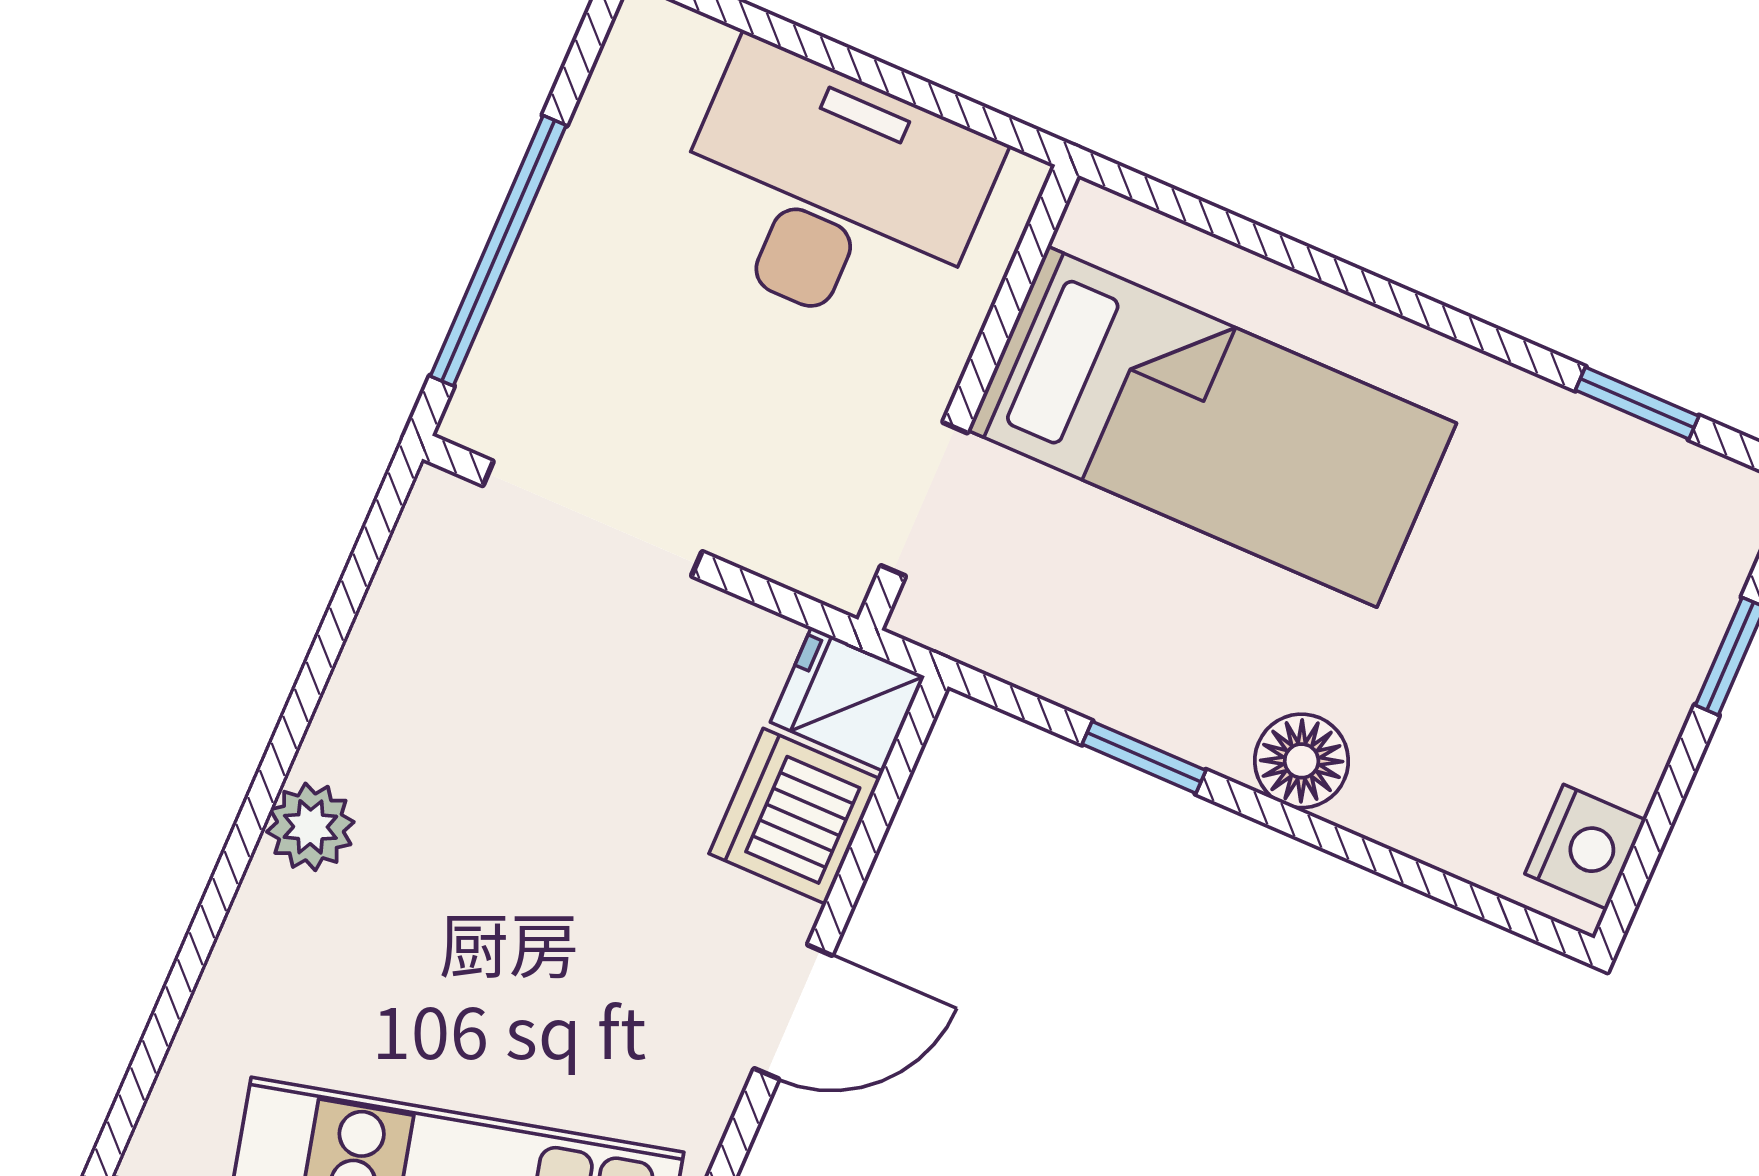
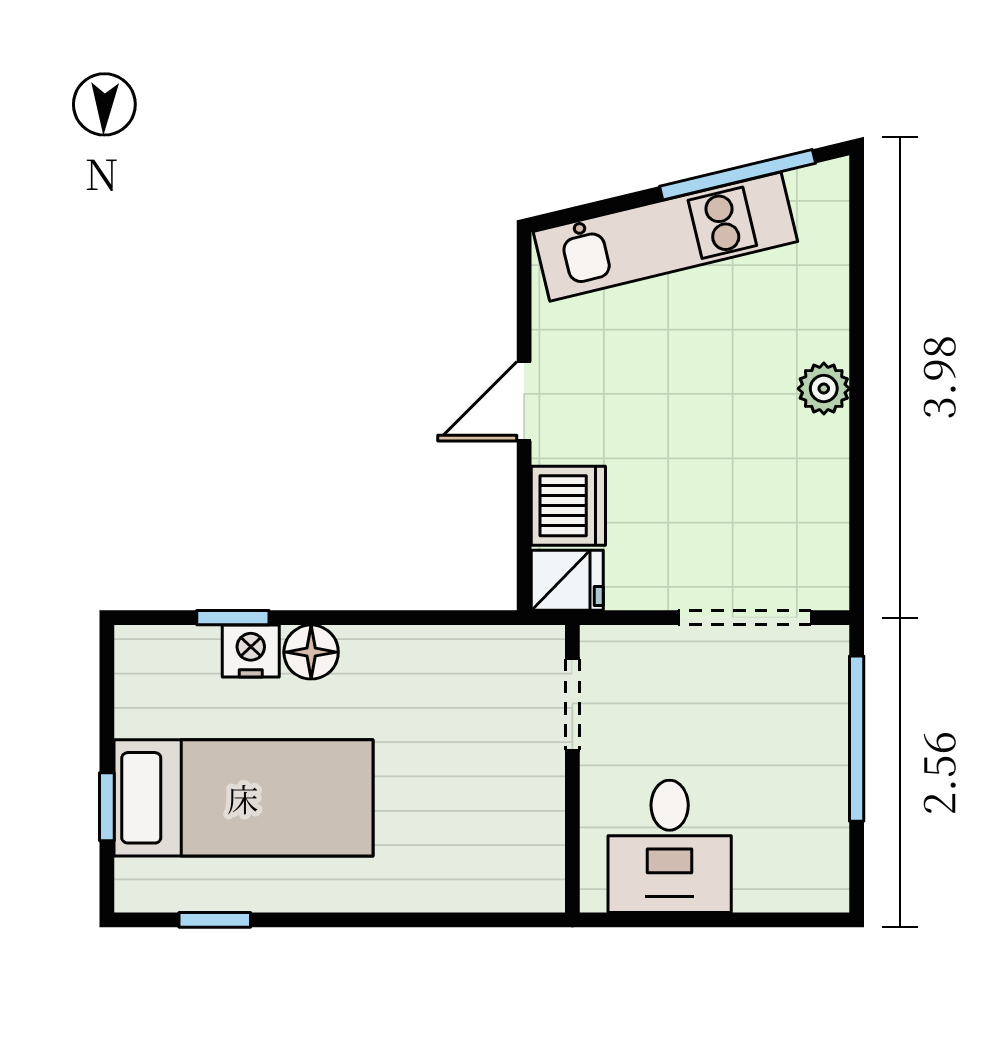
desk: (831, 193) -> (670, 846), width x0.73
bed: (1212, 427) -> (243, 798), moved, turned 180
window: (1144, 757) -> (233, 618), moved
nightstand: (1585, 847) -> (251, 651), moved, turned 90

